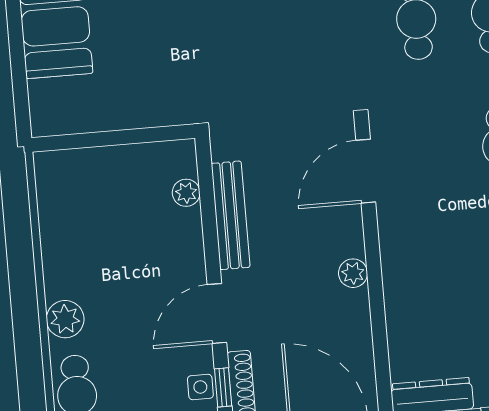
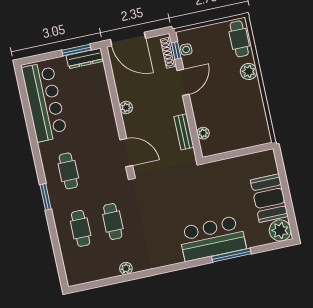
door: (366, 171) -> (126, 153), hinge flipped
bench: (231, 215) -> (184, 132), width x0.73

